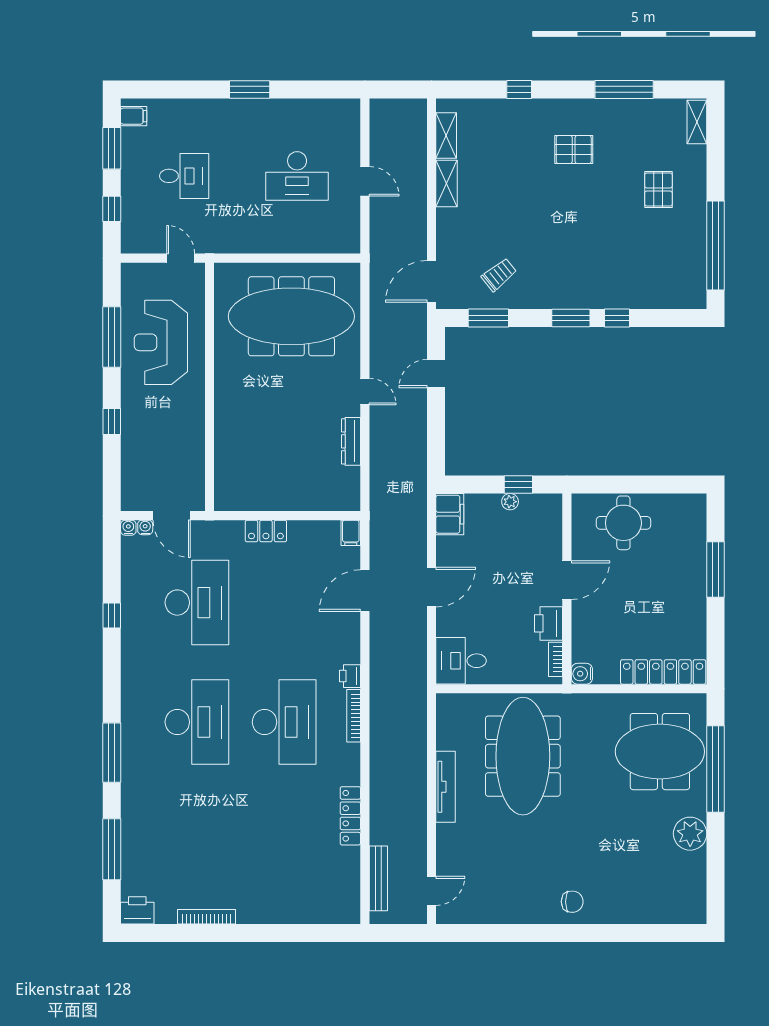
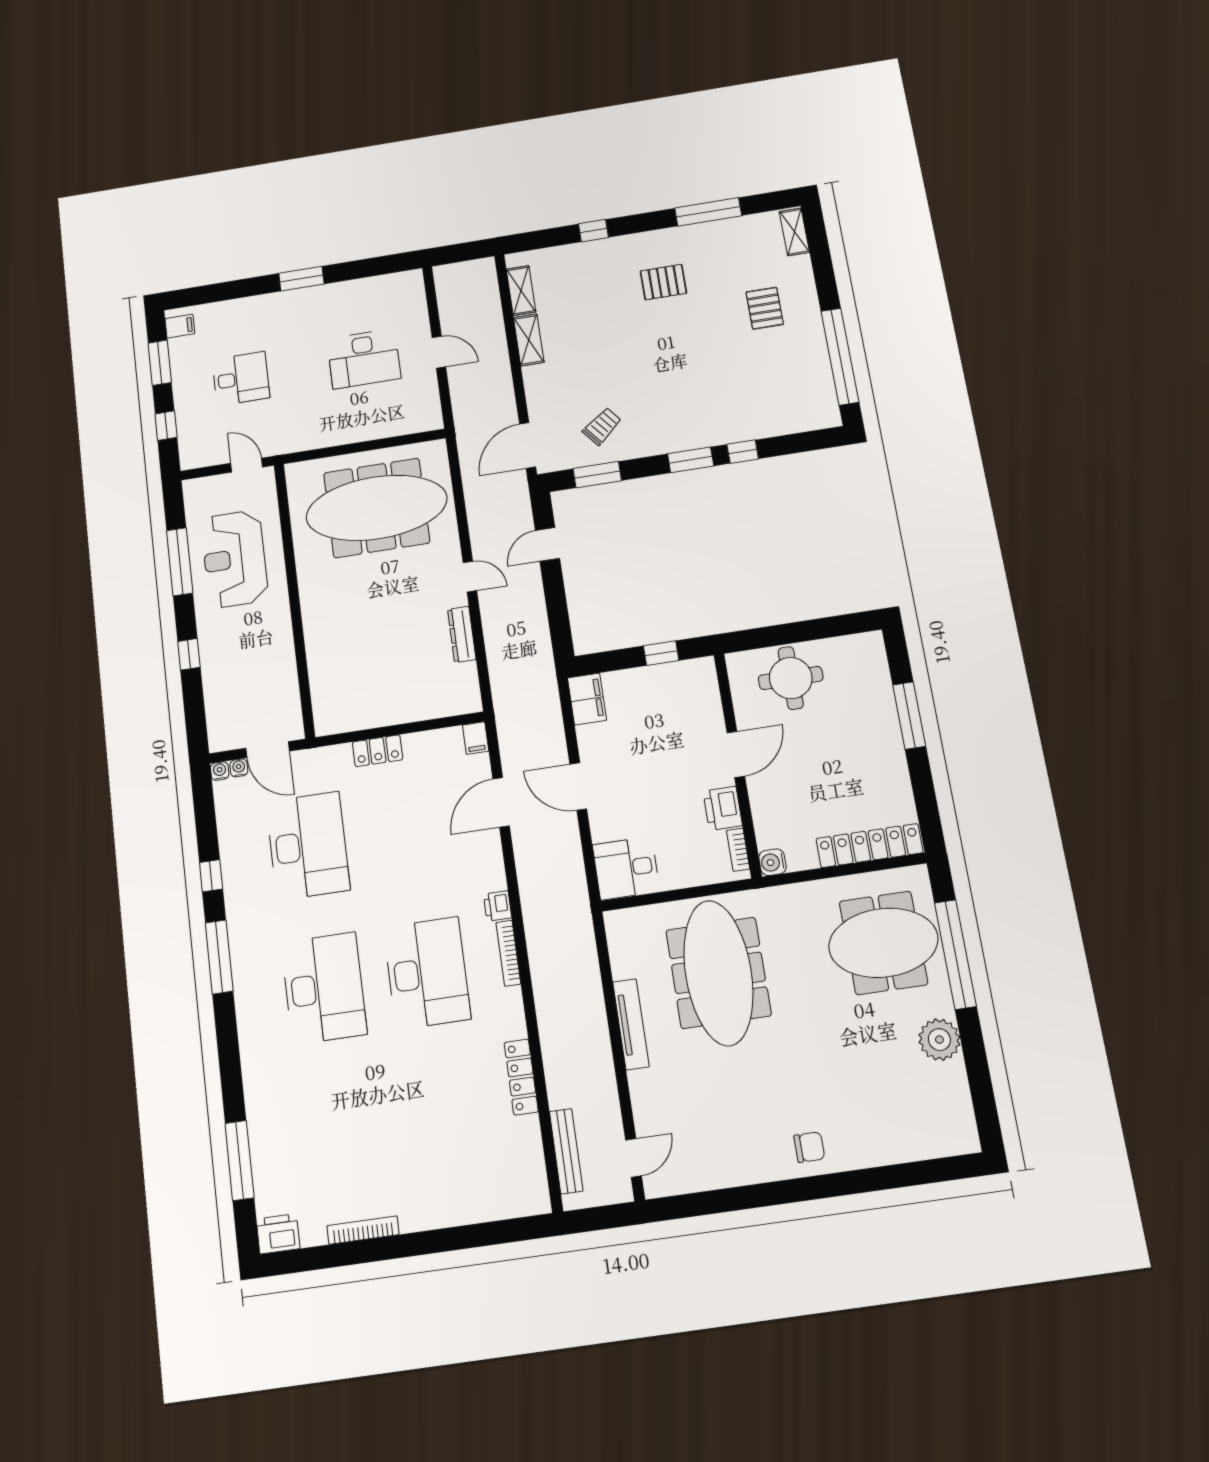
plant: (510, 502) -> (655, 674), removed
door: (431, 587) -> (578, 787), swing flipped
window: (112, 753) -> (219, 957), moved

